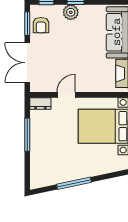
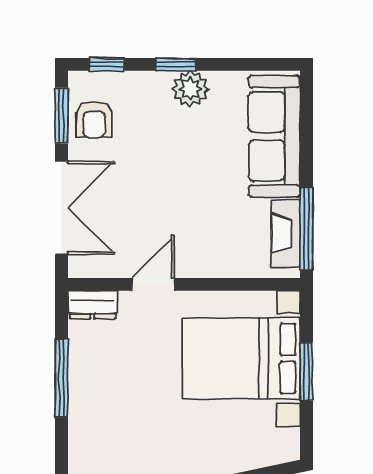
plant: (71, 12) -> (190, 89), moved
double door: (27, 63) -> (61, 208), swing flipped

